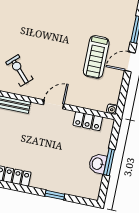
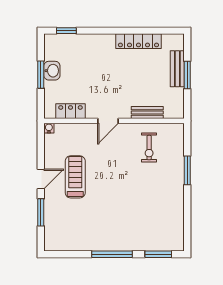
exercise bike: (19, 71) -> (149, 148), turned 43
window: (55, 195) -> (66, 31), moved

